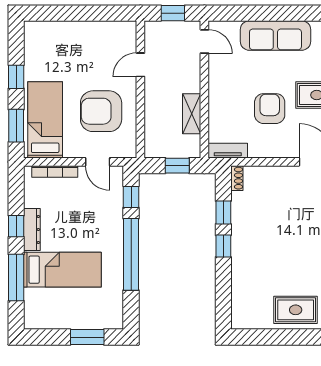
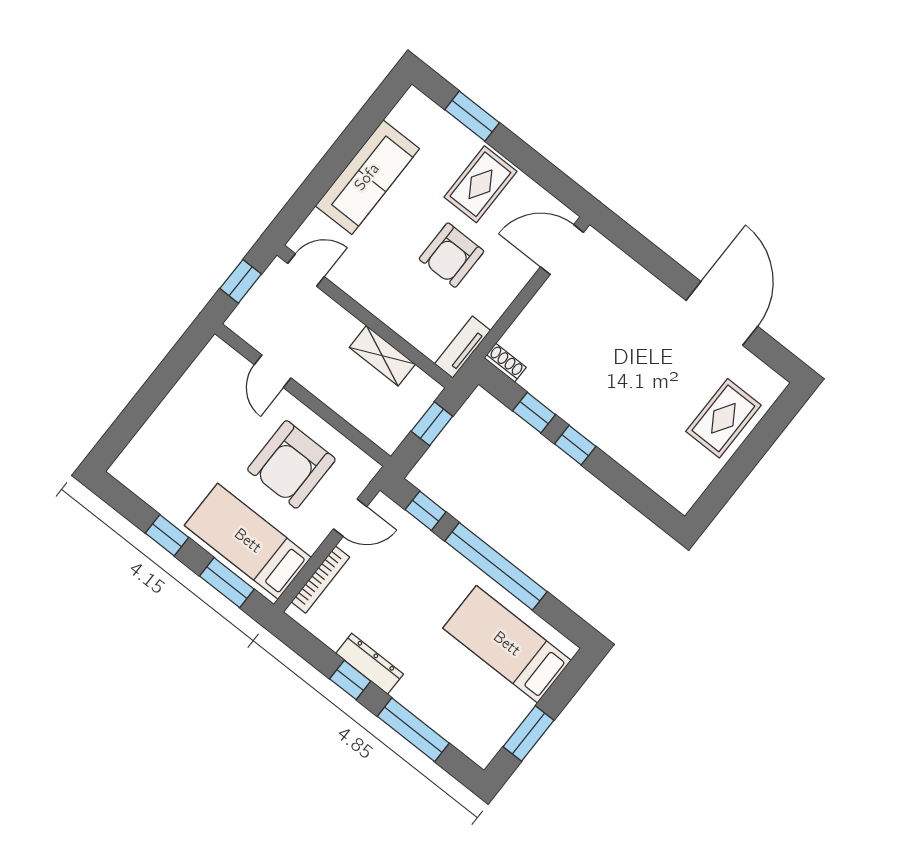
armchair: (270, 109) -> (452, 255), turned -90
bed: (62, 270) -> (507, 644), moved, turned -90
window: (87, 337) -> (529, 733), moved

